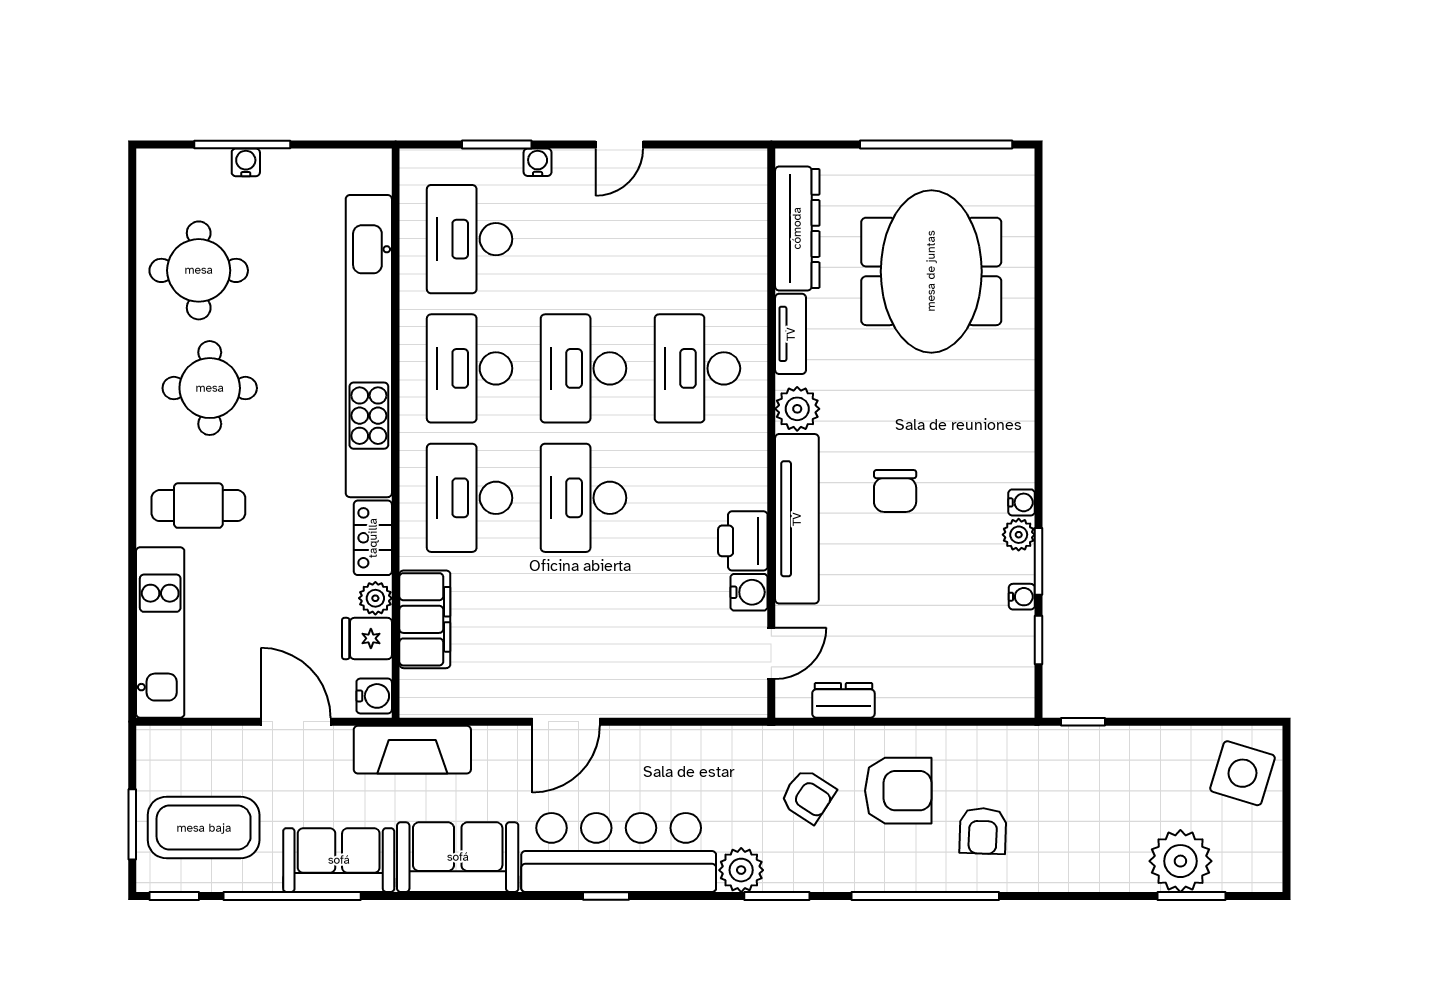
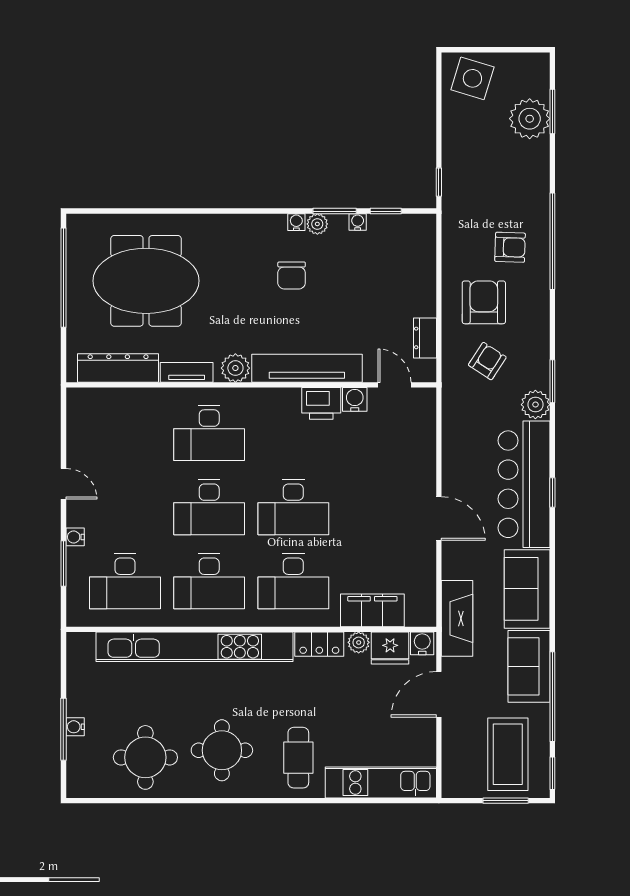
chair: (895, 491) -> (292, 275), moved, turned 90
fridge: (367, 638) -> (390, 648), width x1.38
window: (925, 896) -> (552, 241), moved

